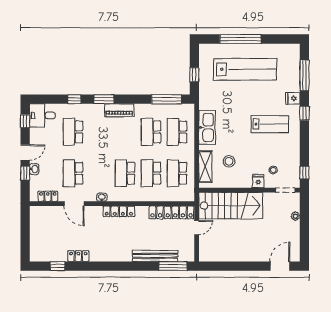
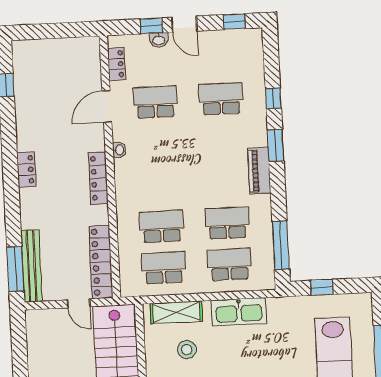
desk: (42, 116) -> (245, 49), removed
school desk: (125, 173) -> (159, 185), removed
locker: (78, 256) -> (26, 169), moved
bench: (155, 256) -> (31, 266), moved

